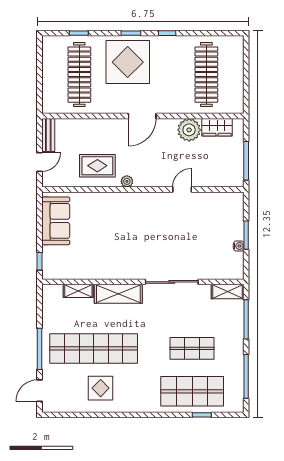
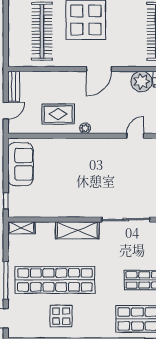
shelving: (78, 291) -> (21, 228), moved

